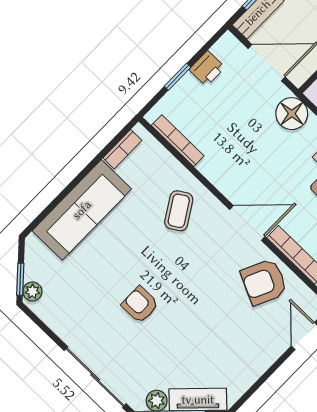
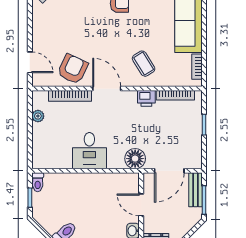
printer: (207, 68) -> (146, 98), moved, turned -90
door: (247, 223) -> (107, 89), swing flipped

